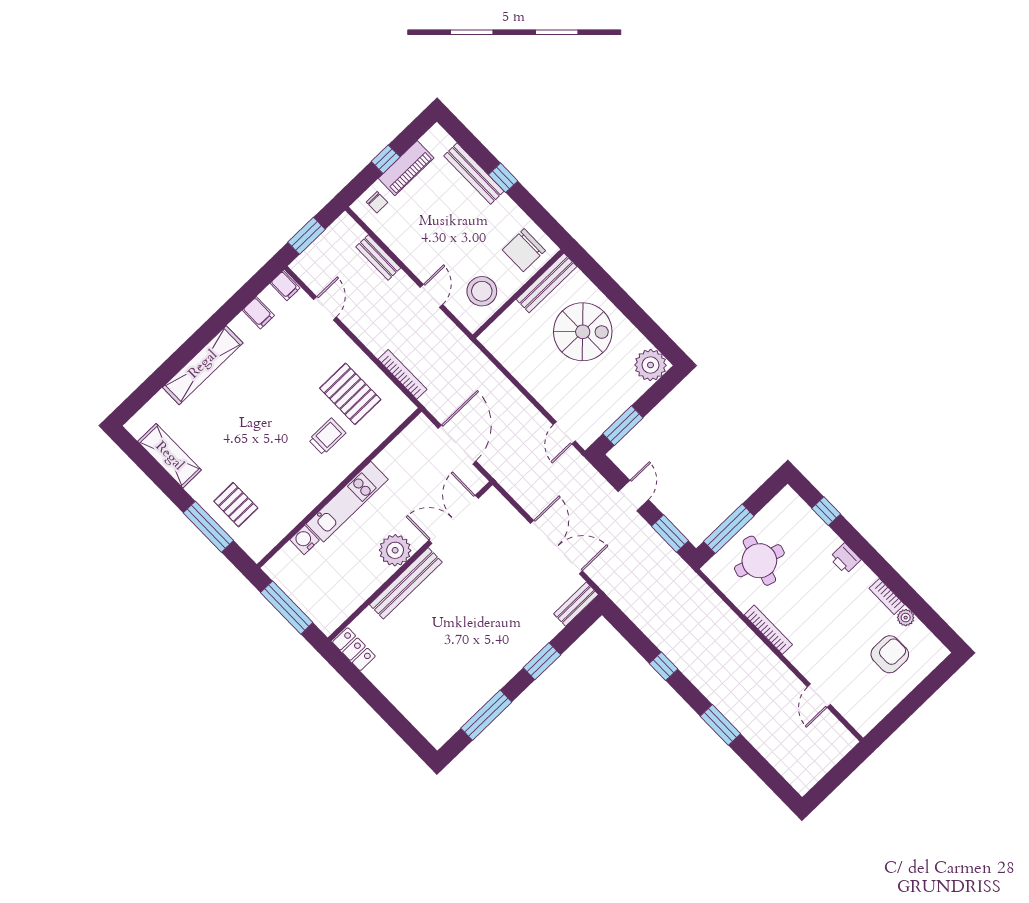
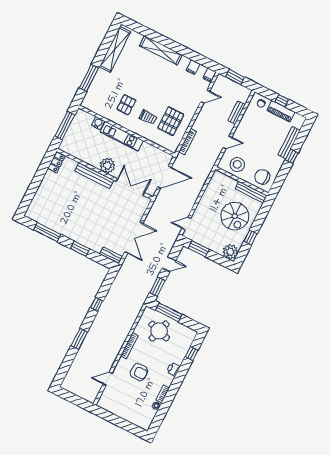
window: (636, 315) -> (250, 238), added
shelving: (169, 456) -> (115, 49), width x1.47
pallet: (236, 505) -> (126, 105), moved
armchair: (890, 654) -> (139, 372), moved

